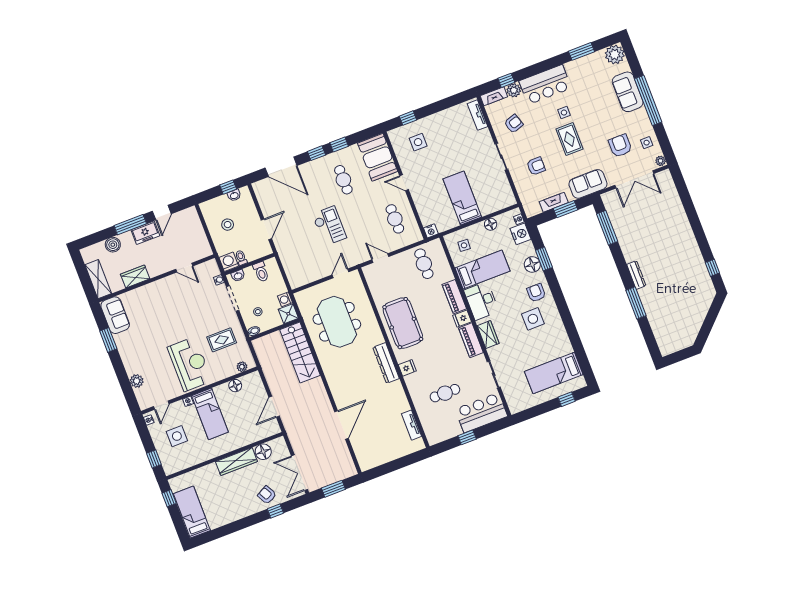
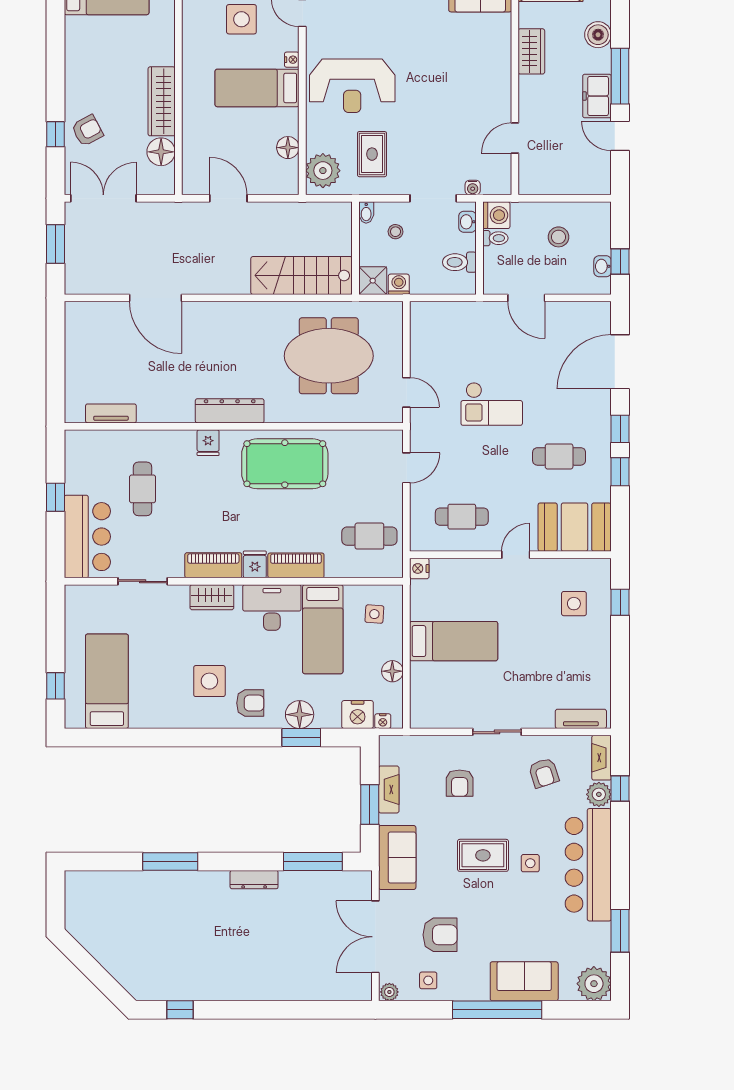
bar counter: (545, 85) -> (588, 865), width x1.36
dresser: (636, 275) -> (254, 880), moved
plant: (242, 367) -> (323, 171), width x1.88, depth x1.88

